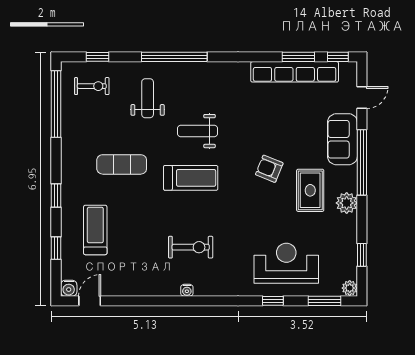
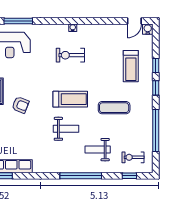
weight bench: (148, 98) -> (98, 150), turned 90
window: (56, 104) -> (156, 131), moved
treadmill: (191, 178) -> (70, 99), turned 180
window: (56, 248) -> (156, 65), moved
window: (273, 301) -> (18, 21), width x2.17

